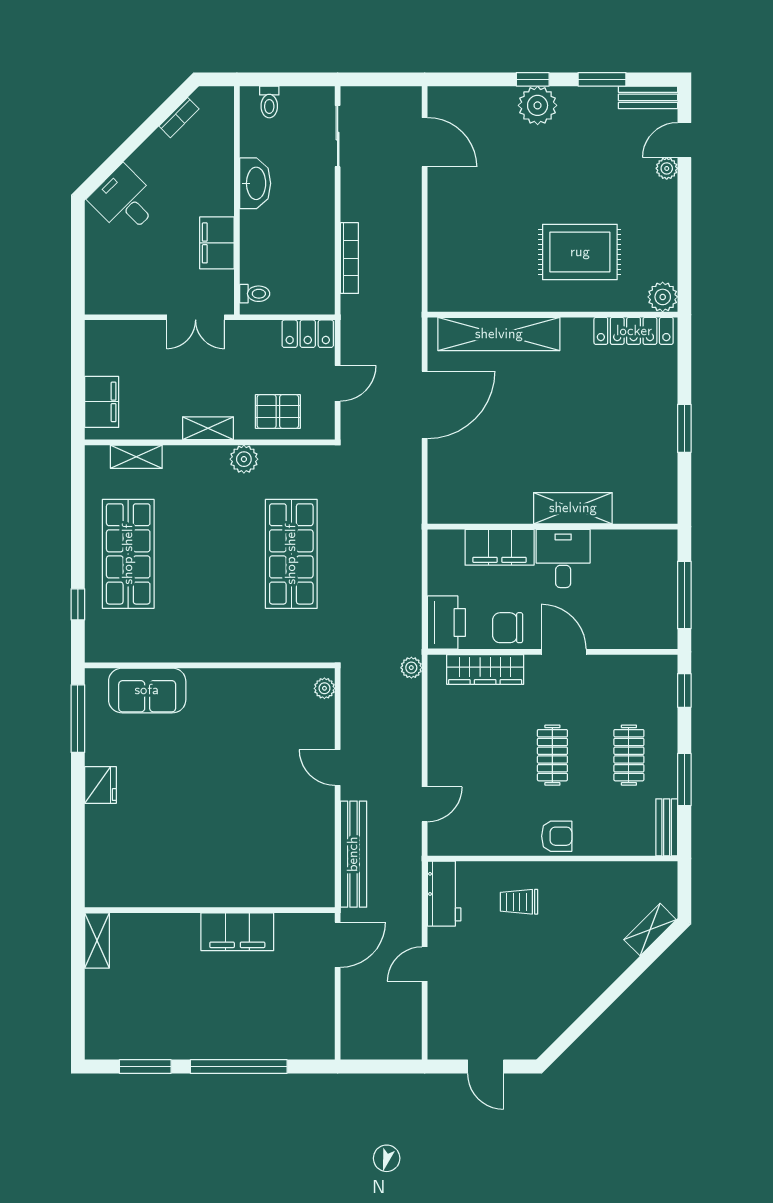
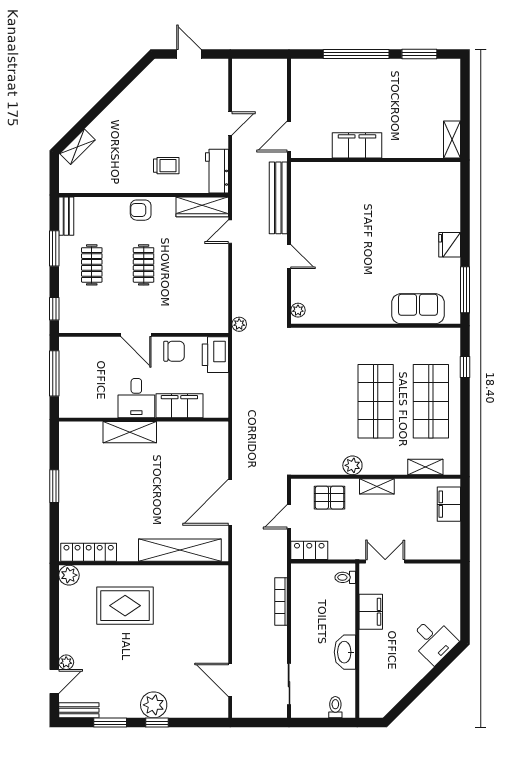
bookcase: (179, 118) -> (396, 697), removed
shop shelf: (291, 554) -> (376, 401), moved
wardrobe: (485, 669) -> (202, 207), moved, turned 180

